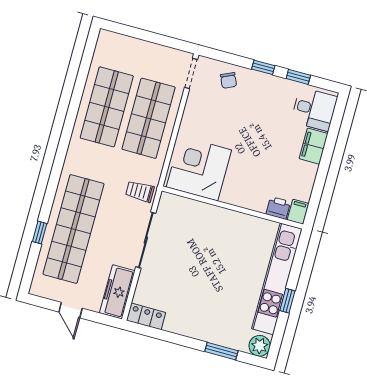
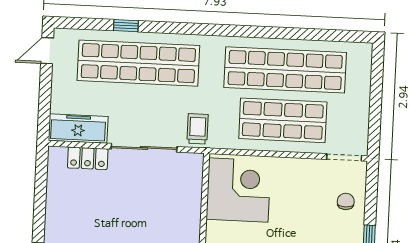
chair: (229, 80) -> (346, 201), turned 114
shop shelf: (107, 107) -> (285, 70), width x1.40
door: (71, 310) -> (47, 51), moved
locker: (146, 316) -> (88, 158), moved, turned 90

